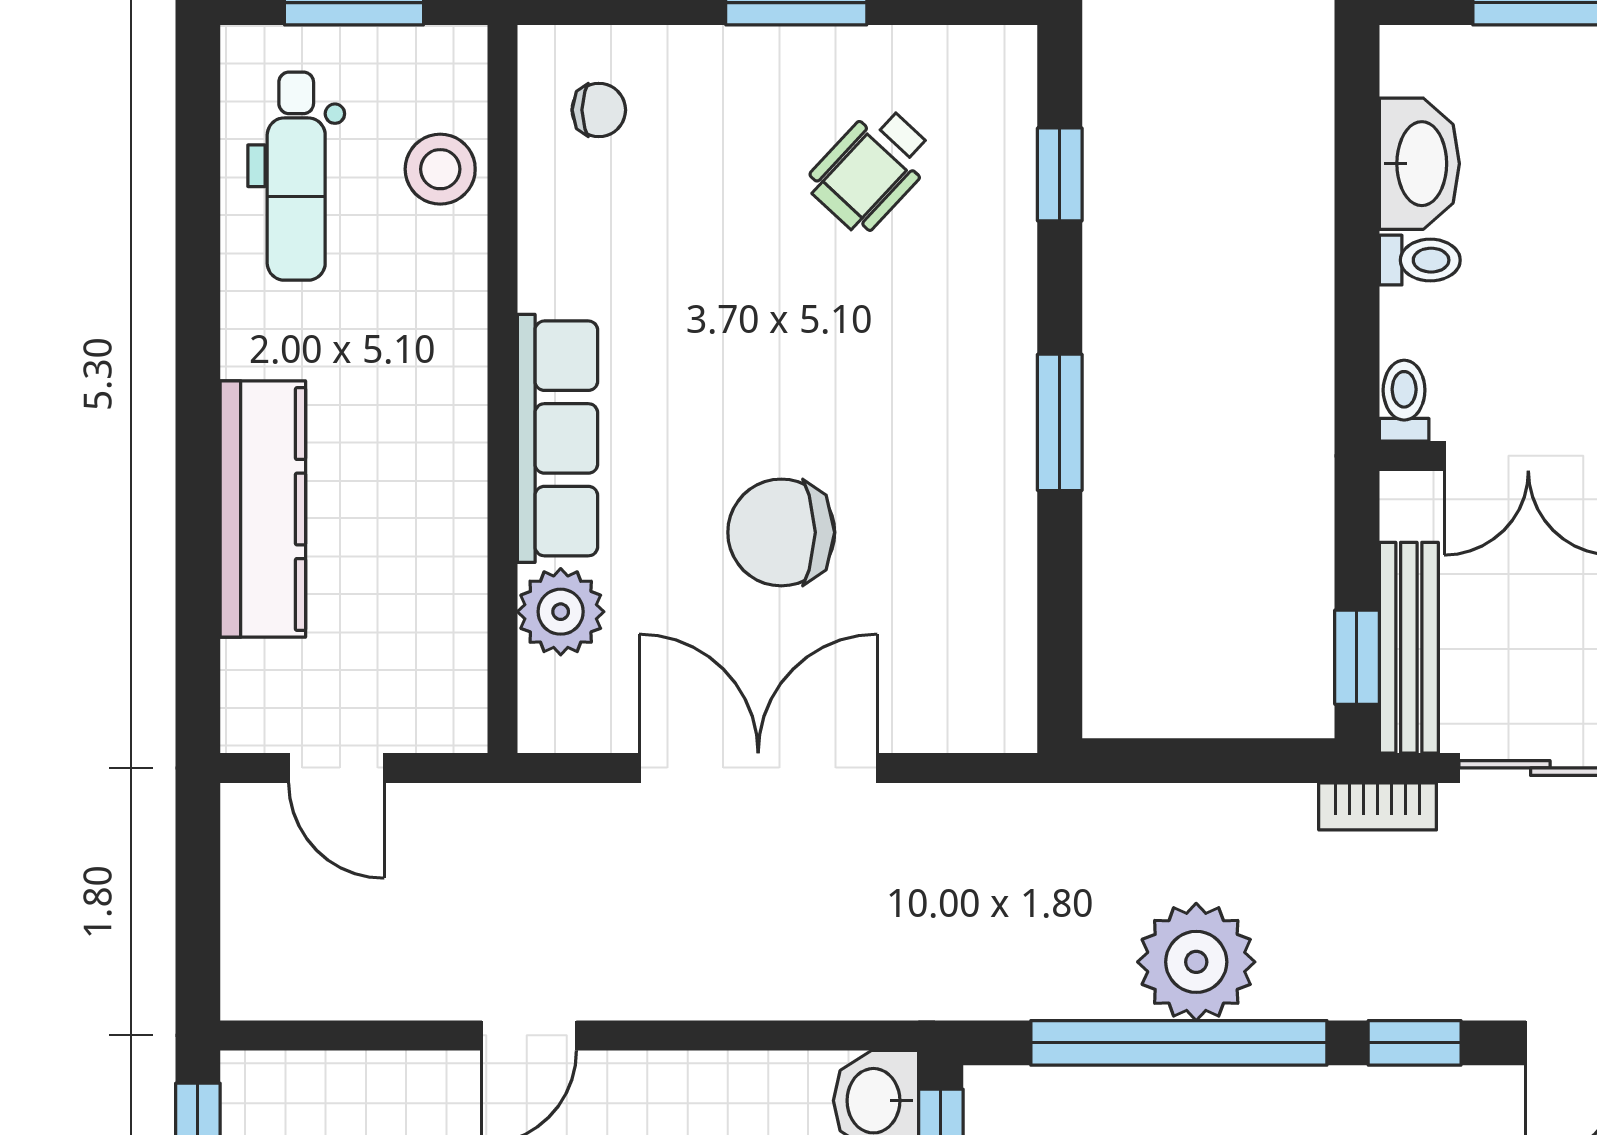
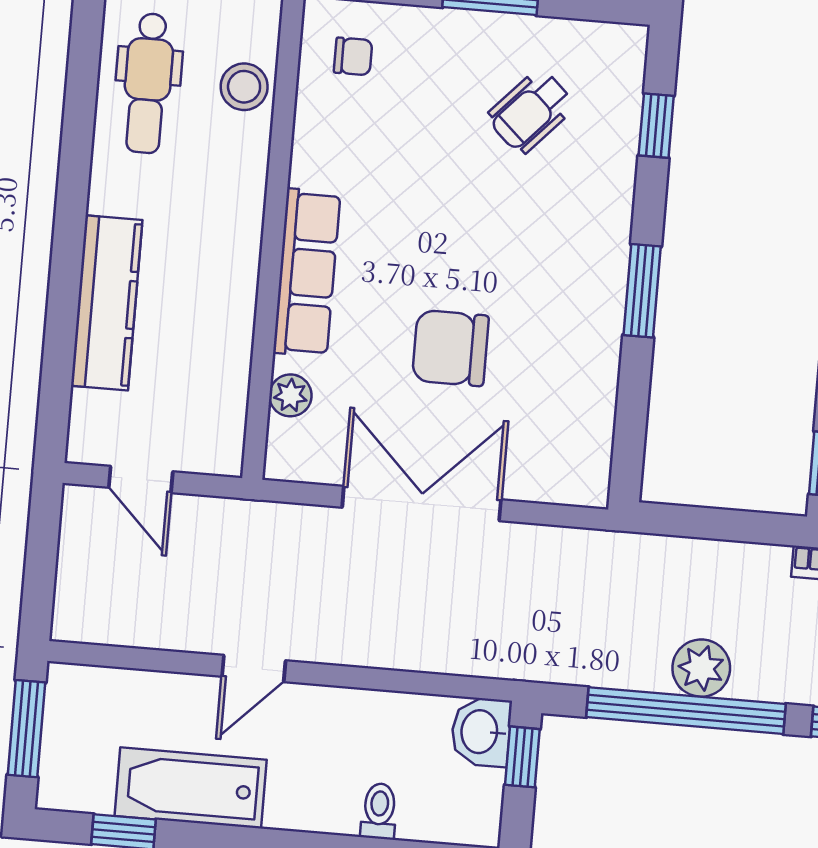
plant: (561, 612) -> (290, 395), width x0.73, depth x0.73
plant: (1196, 962) -> (701, 668), width x0.73, depth x0.73

